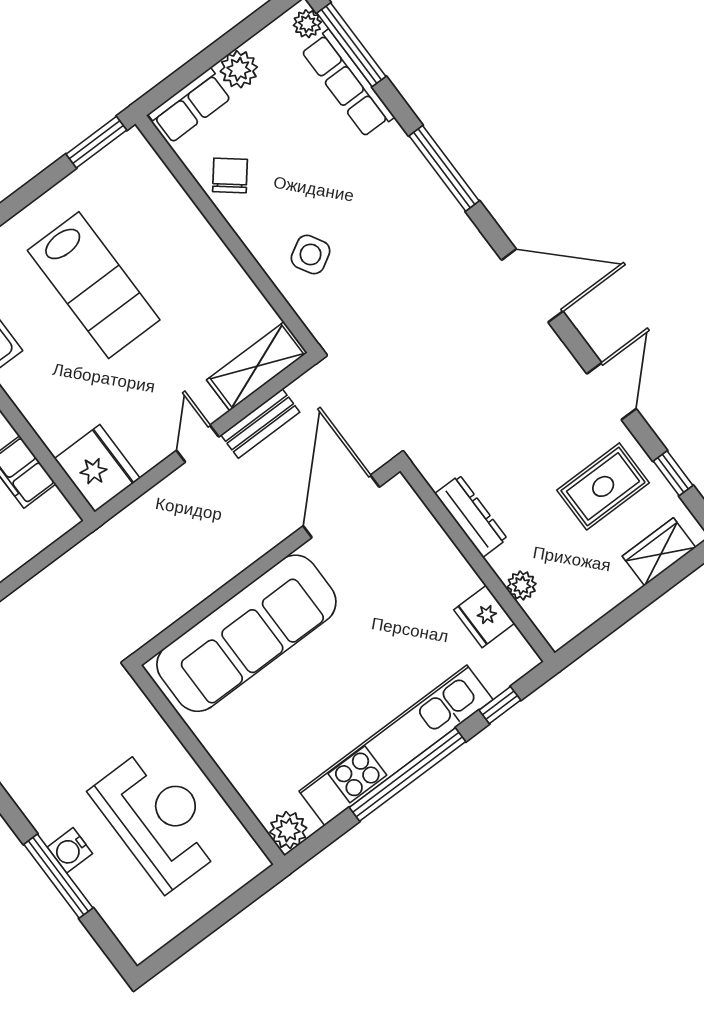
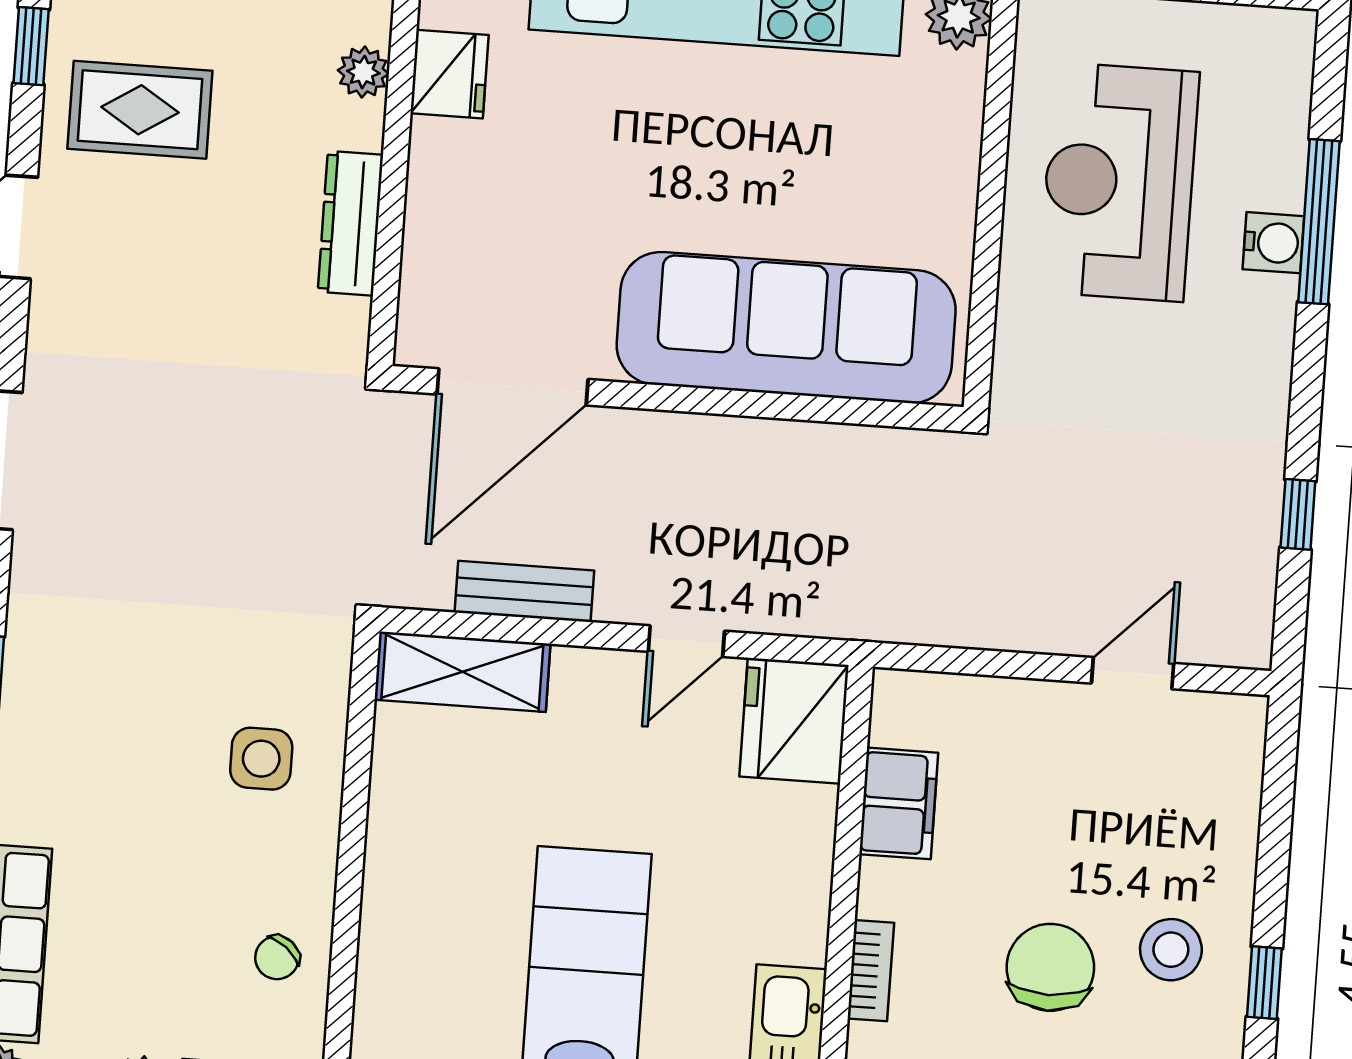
chair: (230, 175) -> (277, 958), width x0.73, depth x0.73
side table: (311, 255) -> (261, 759), turned 30
door: (198, 444) -> (686, 641), moved

